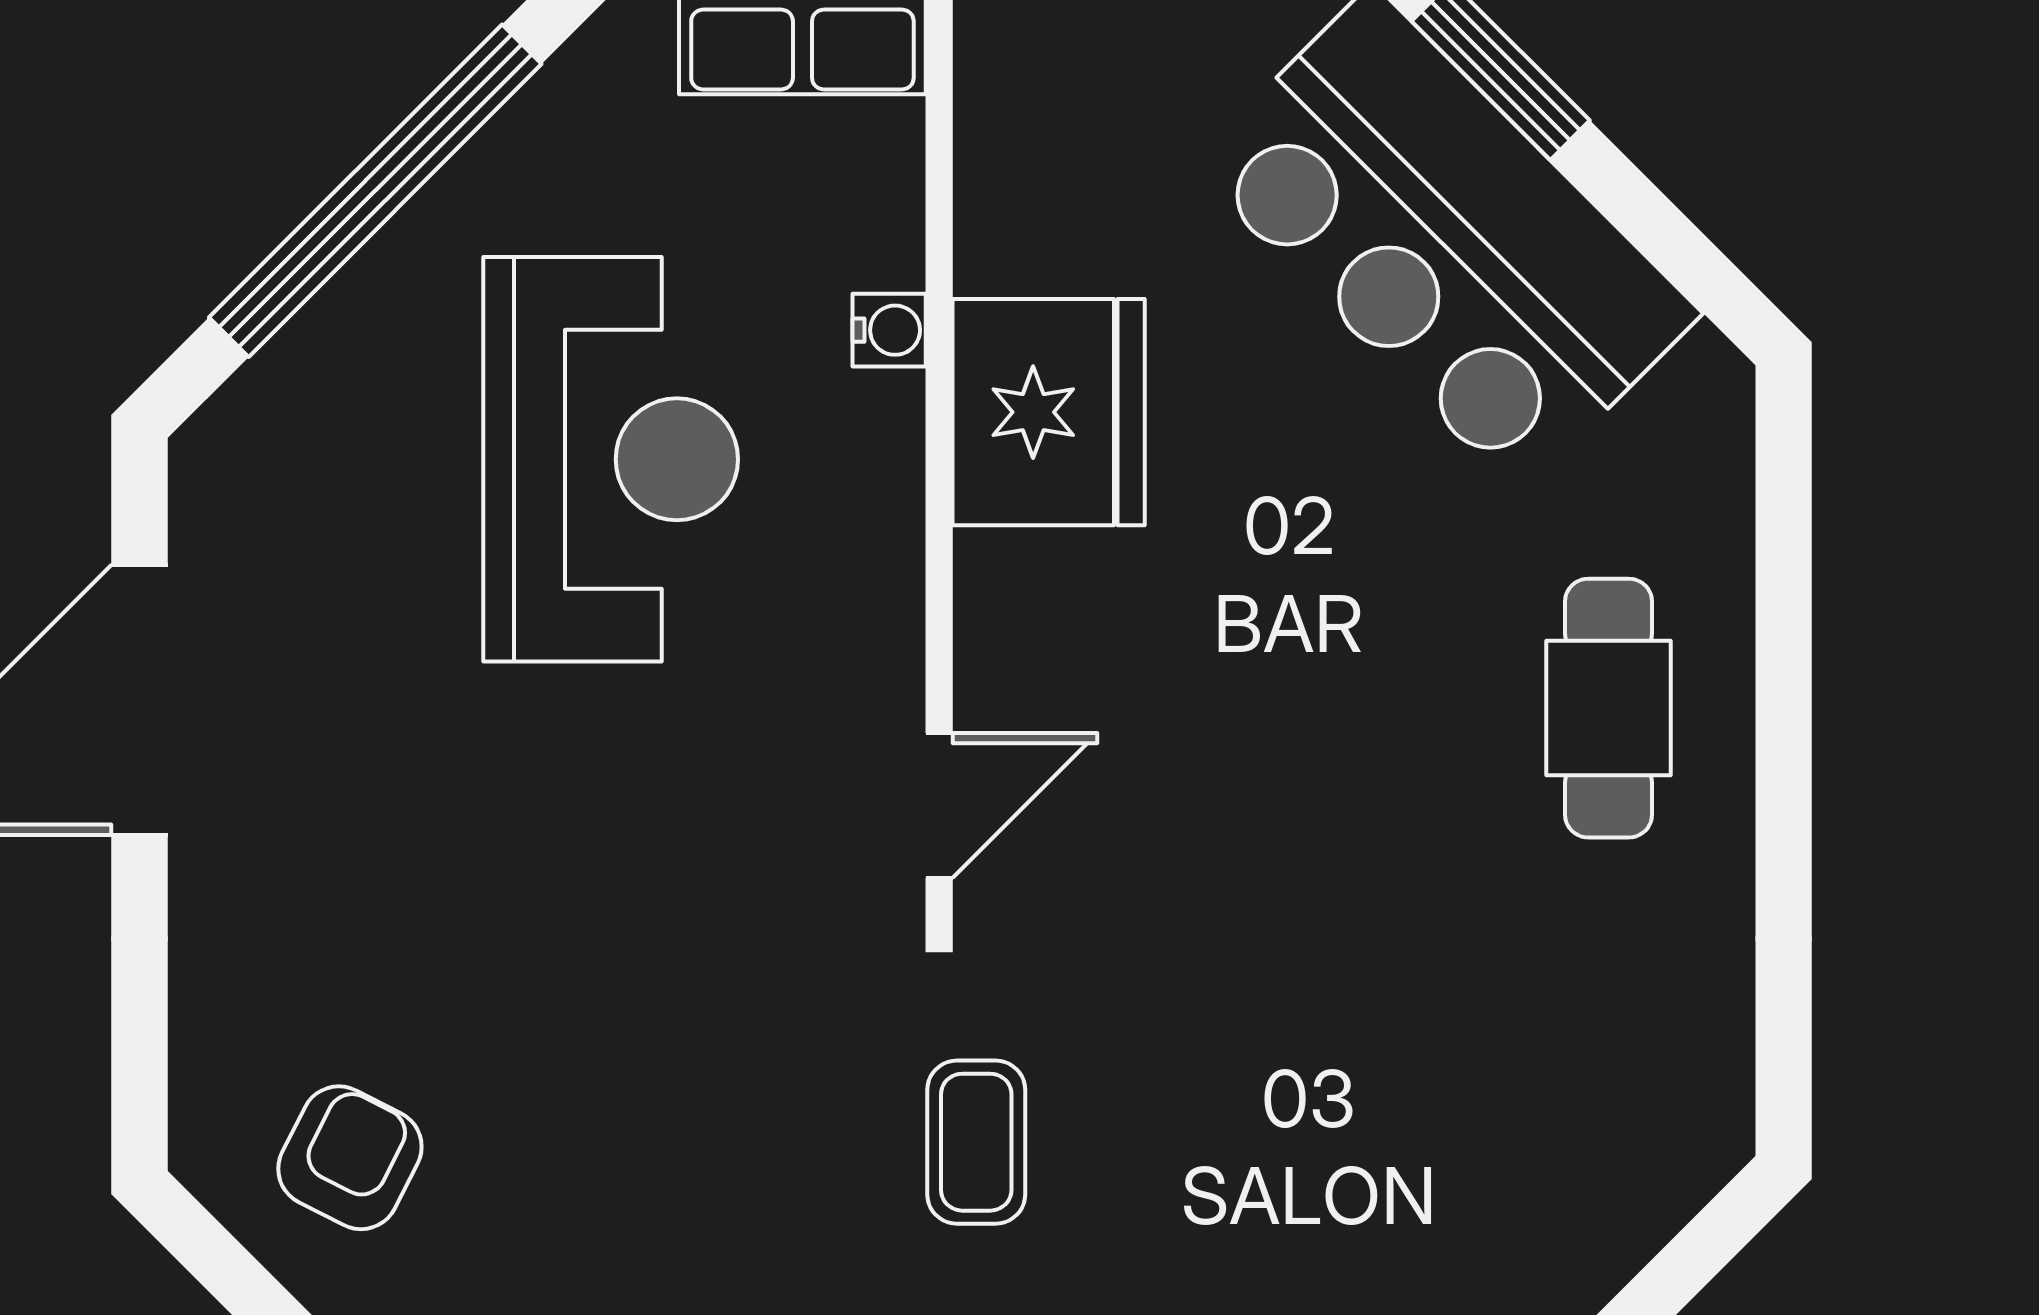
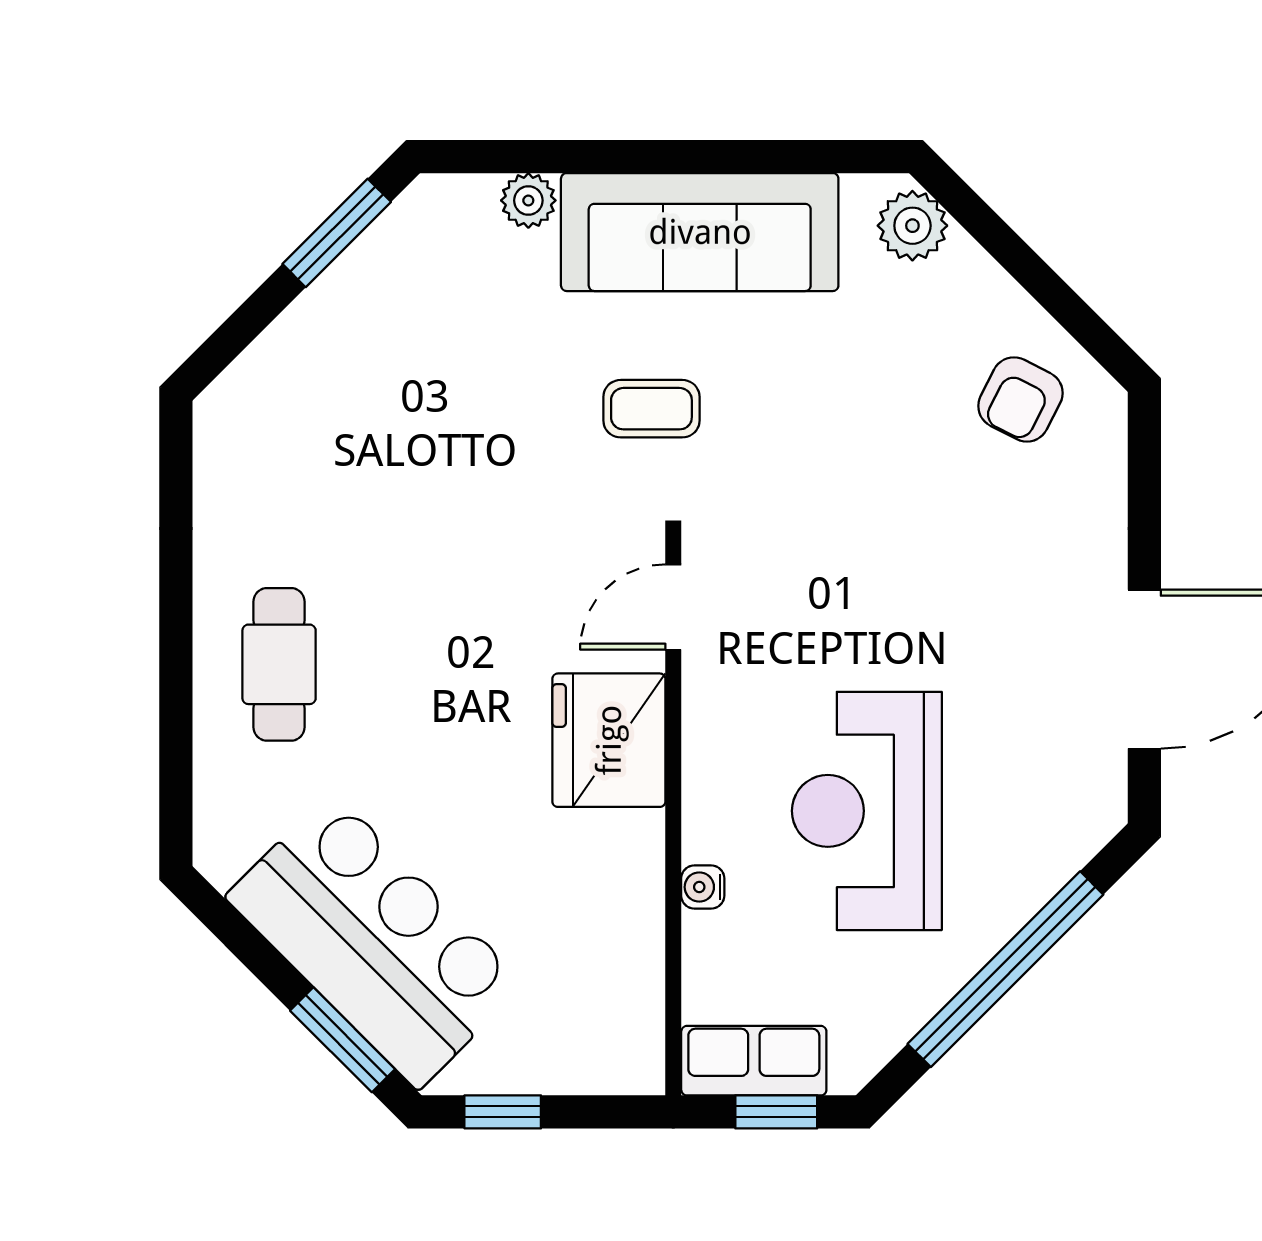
fridge: (1049, 412) -> (609, 740), moved
coffee table: (976, 1142) -> (651, 409), turned 90

